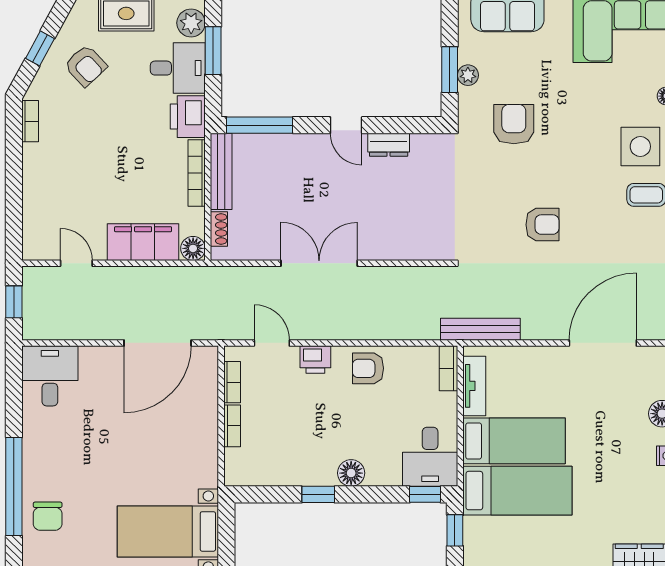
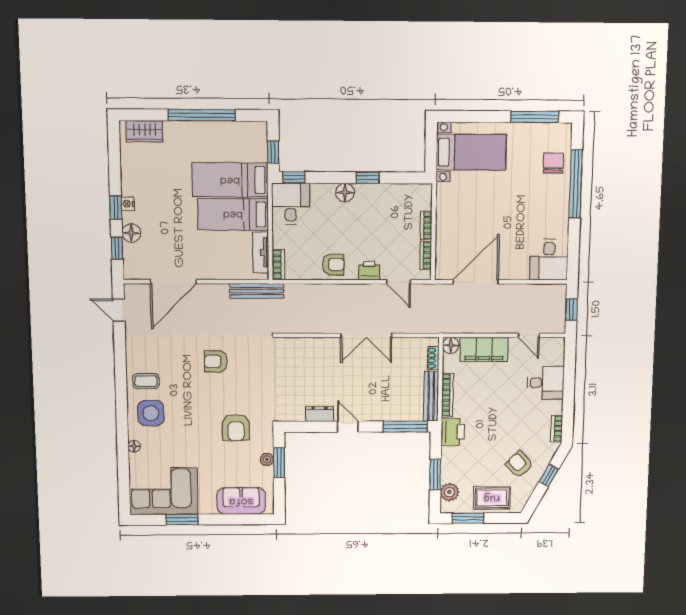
desk: (178, 68) -> (546, 383), moved, turned 180

